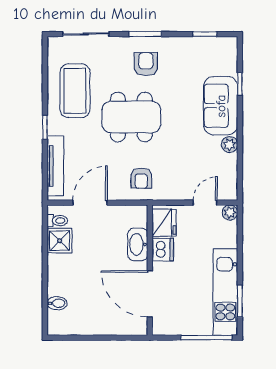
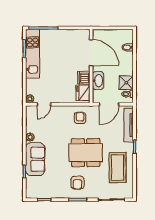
fridge: (164, 223) -> (83, 93), moved
washbasin: (138, 244) -> (98, 81), moved
dishwasher: (163, 249) -> (84, 78), moved
wall: (150, 270) -> (91, 66), moved
door: (150, 294) -> (91, 53), moved

